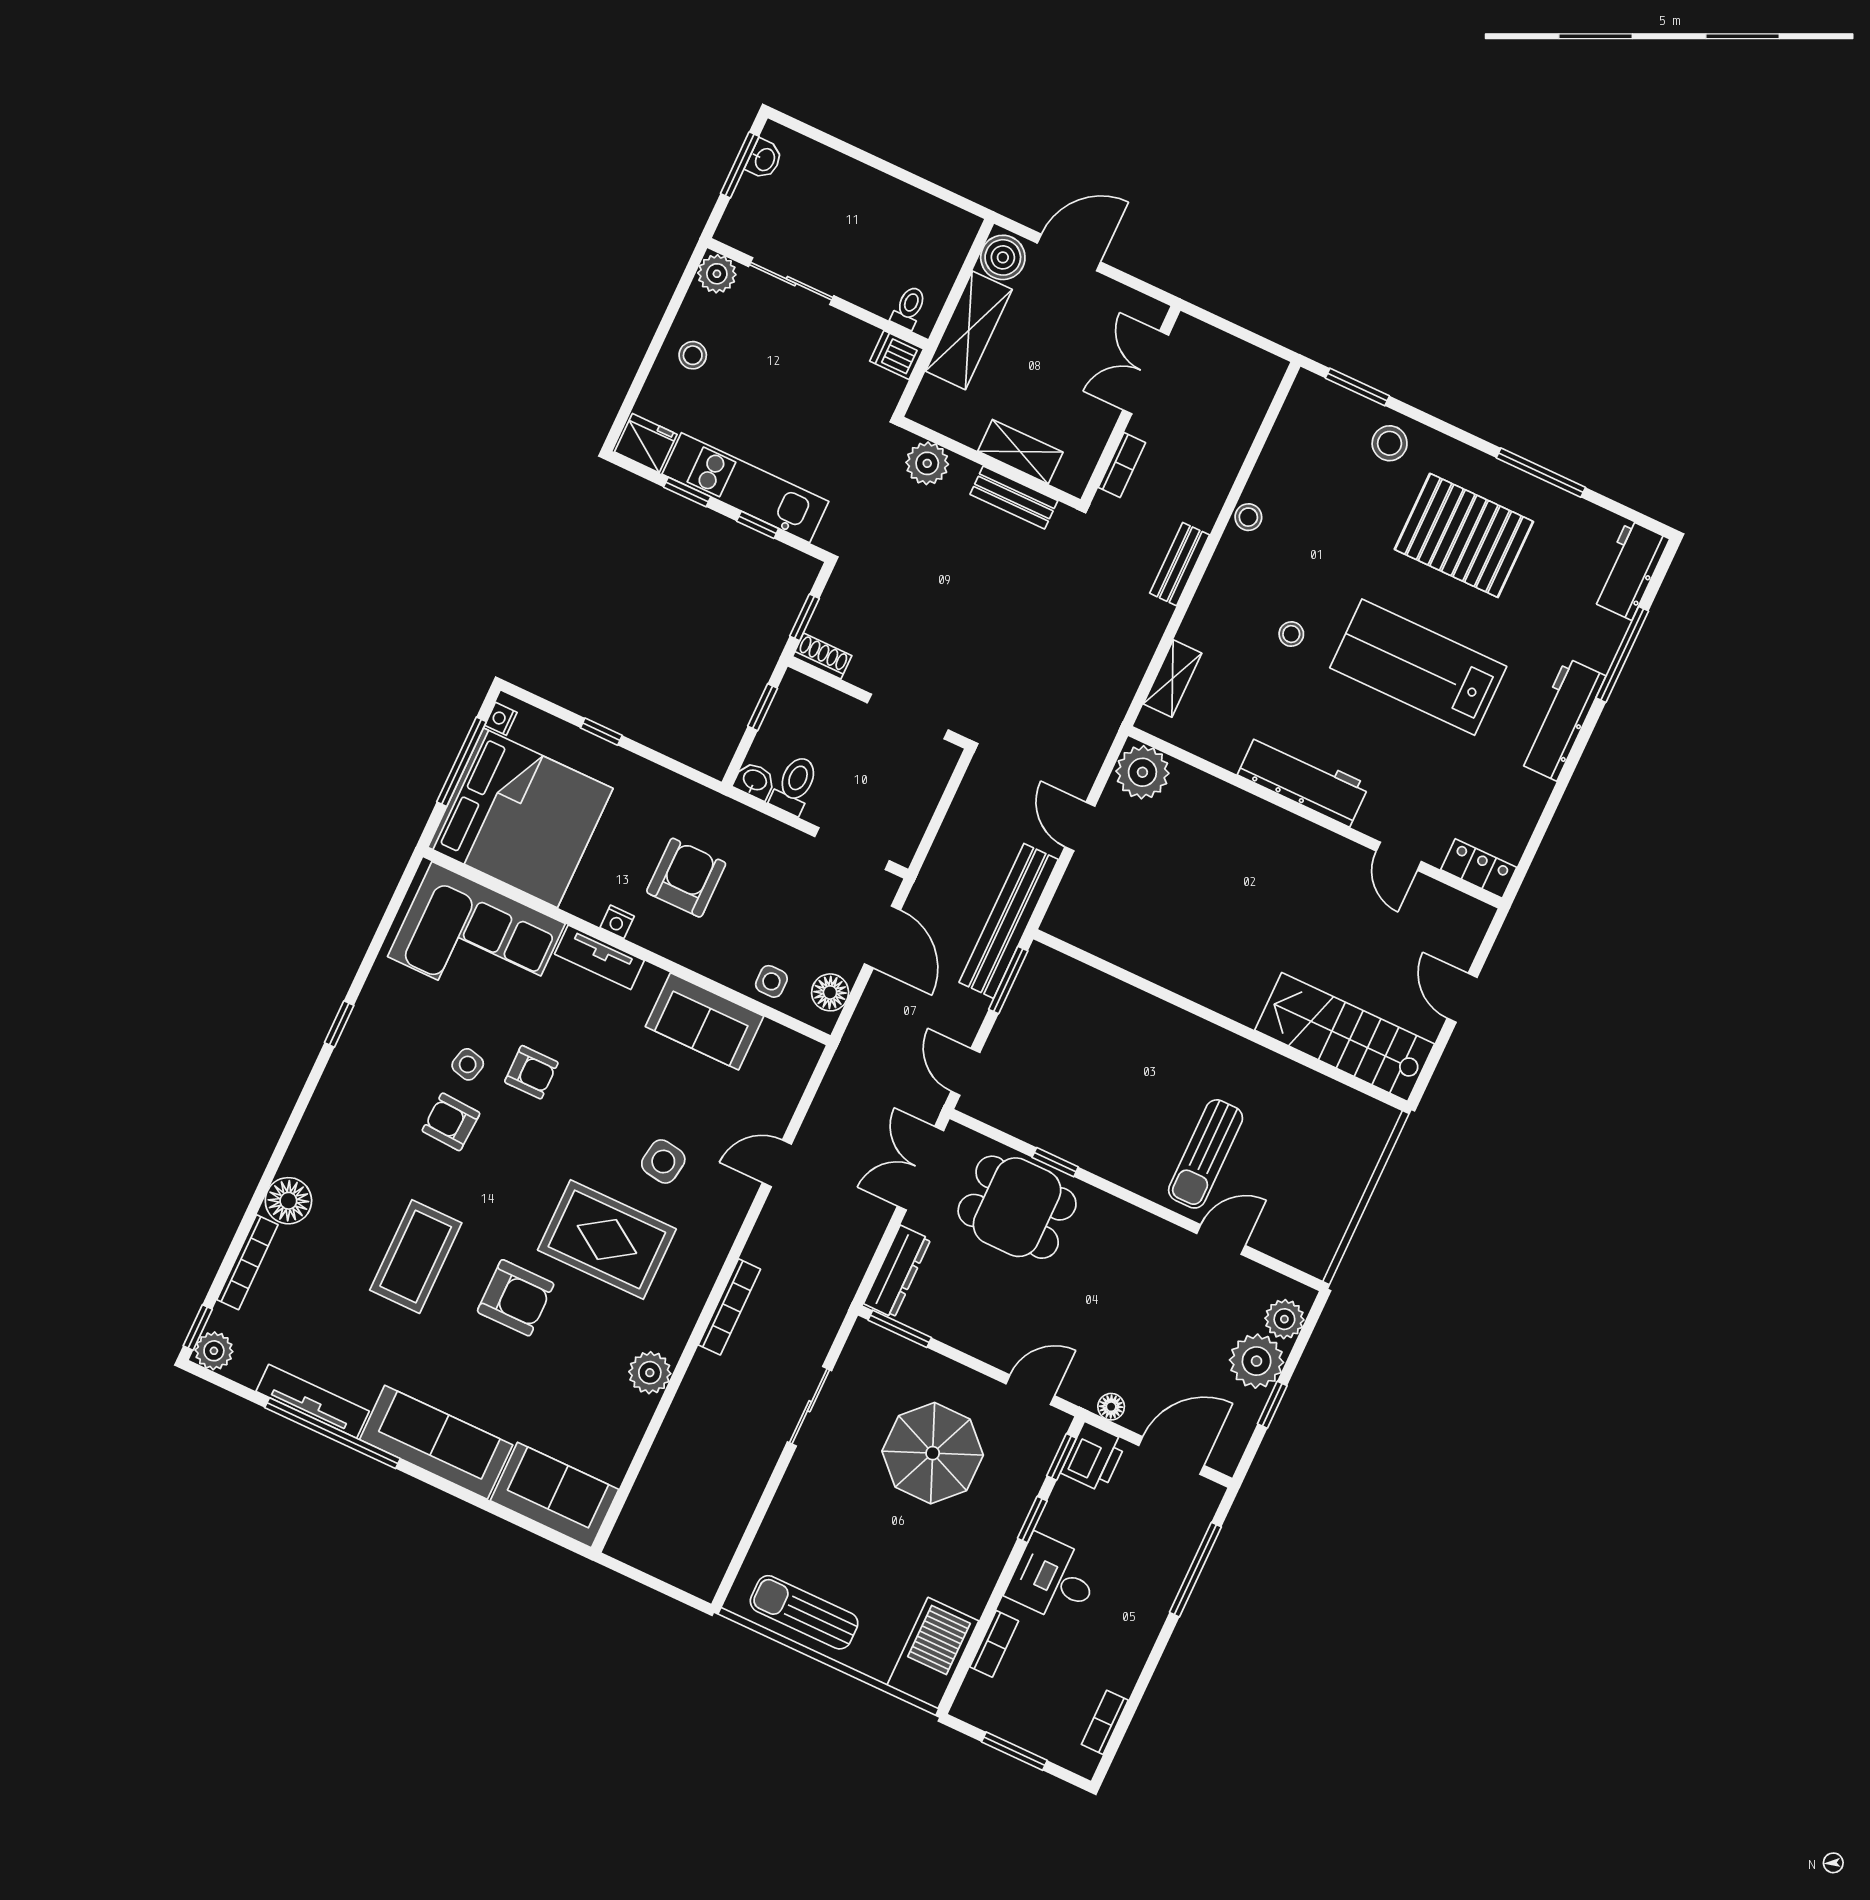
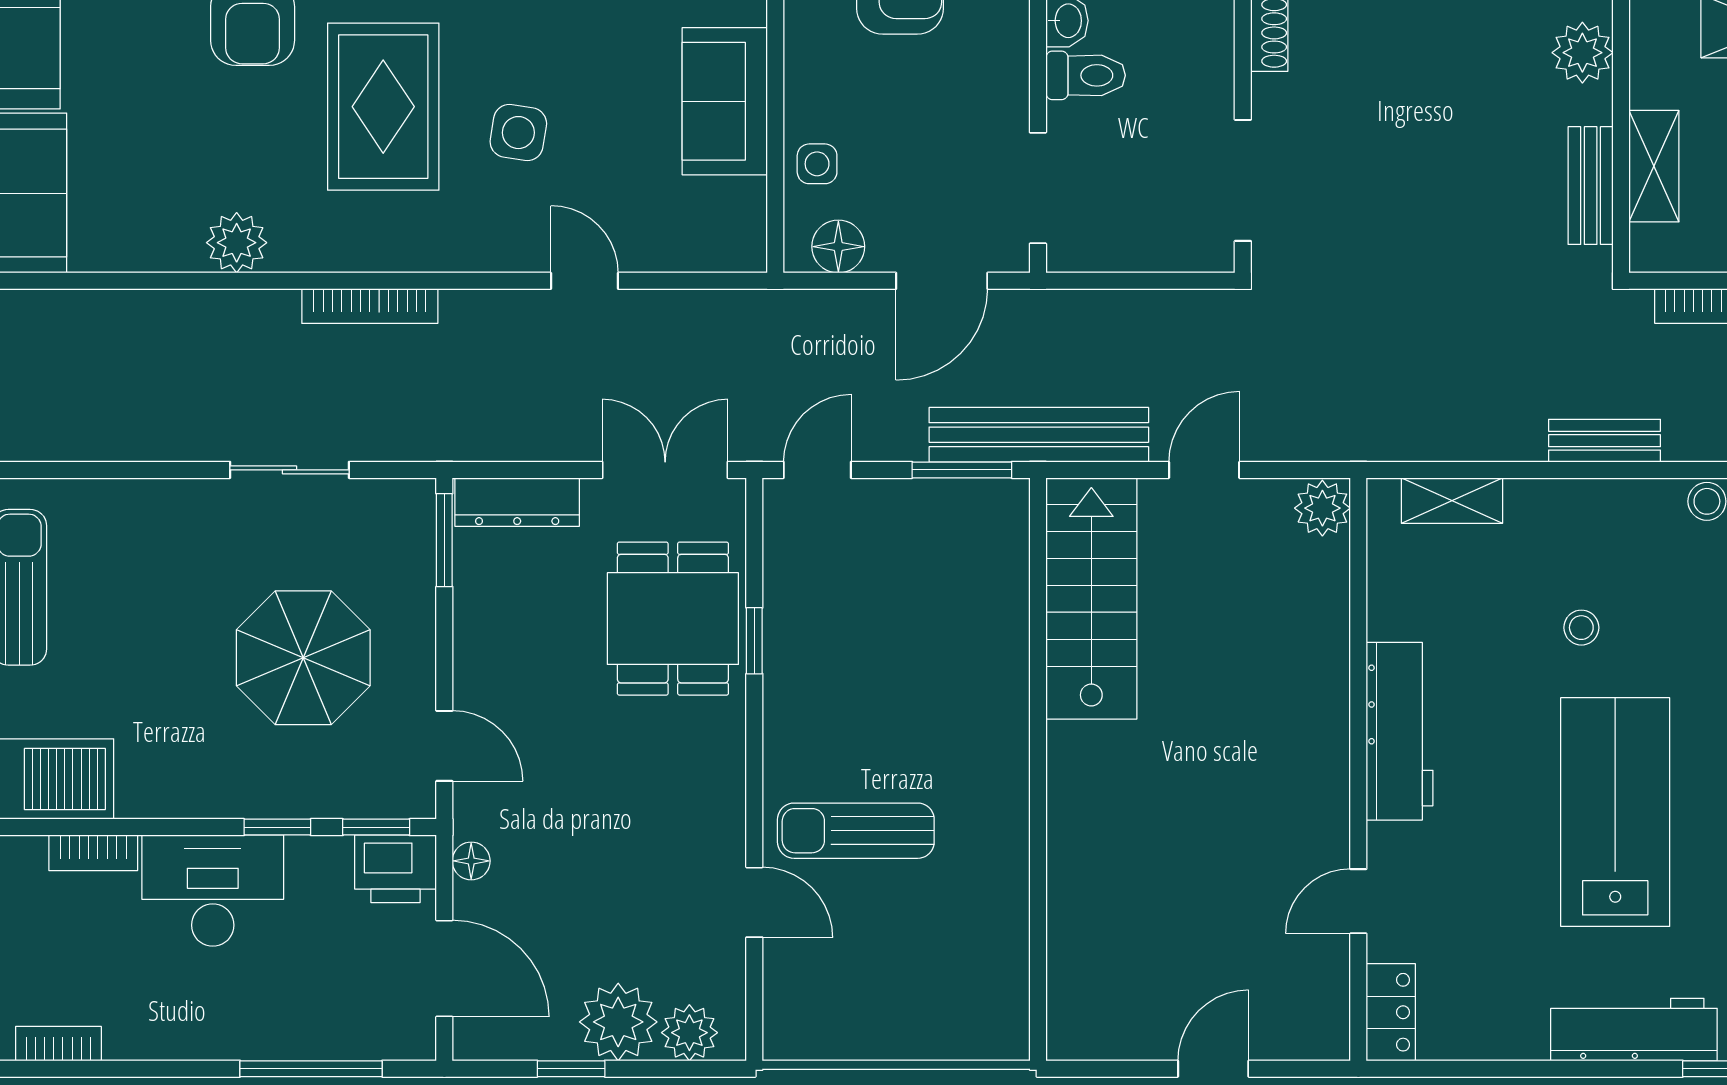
plant: (1142, 772) -> (1322, 508), width x0.73, depth x0.73
stairs: (1345, 1037) -> (1091, 598), moved
desk: (1053, 1579) -> (213, 891), width x1.37

